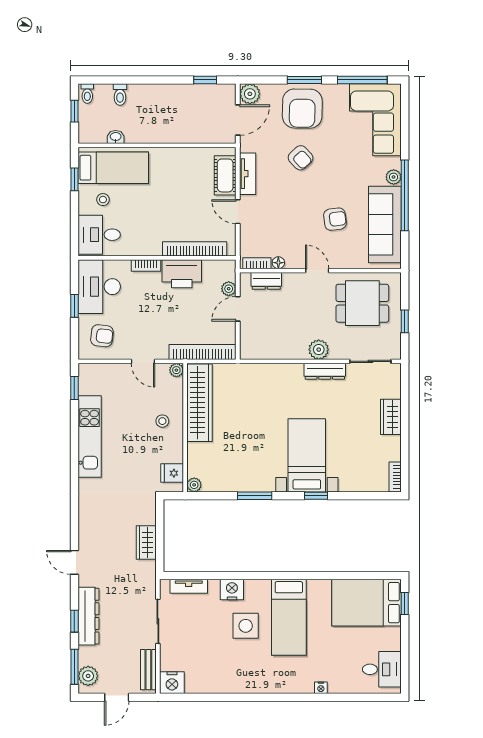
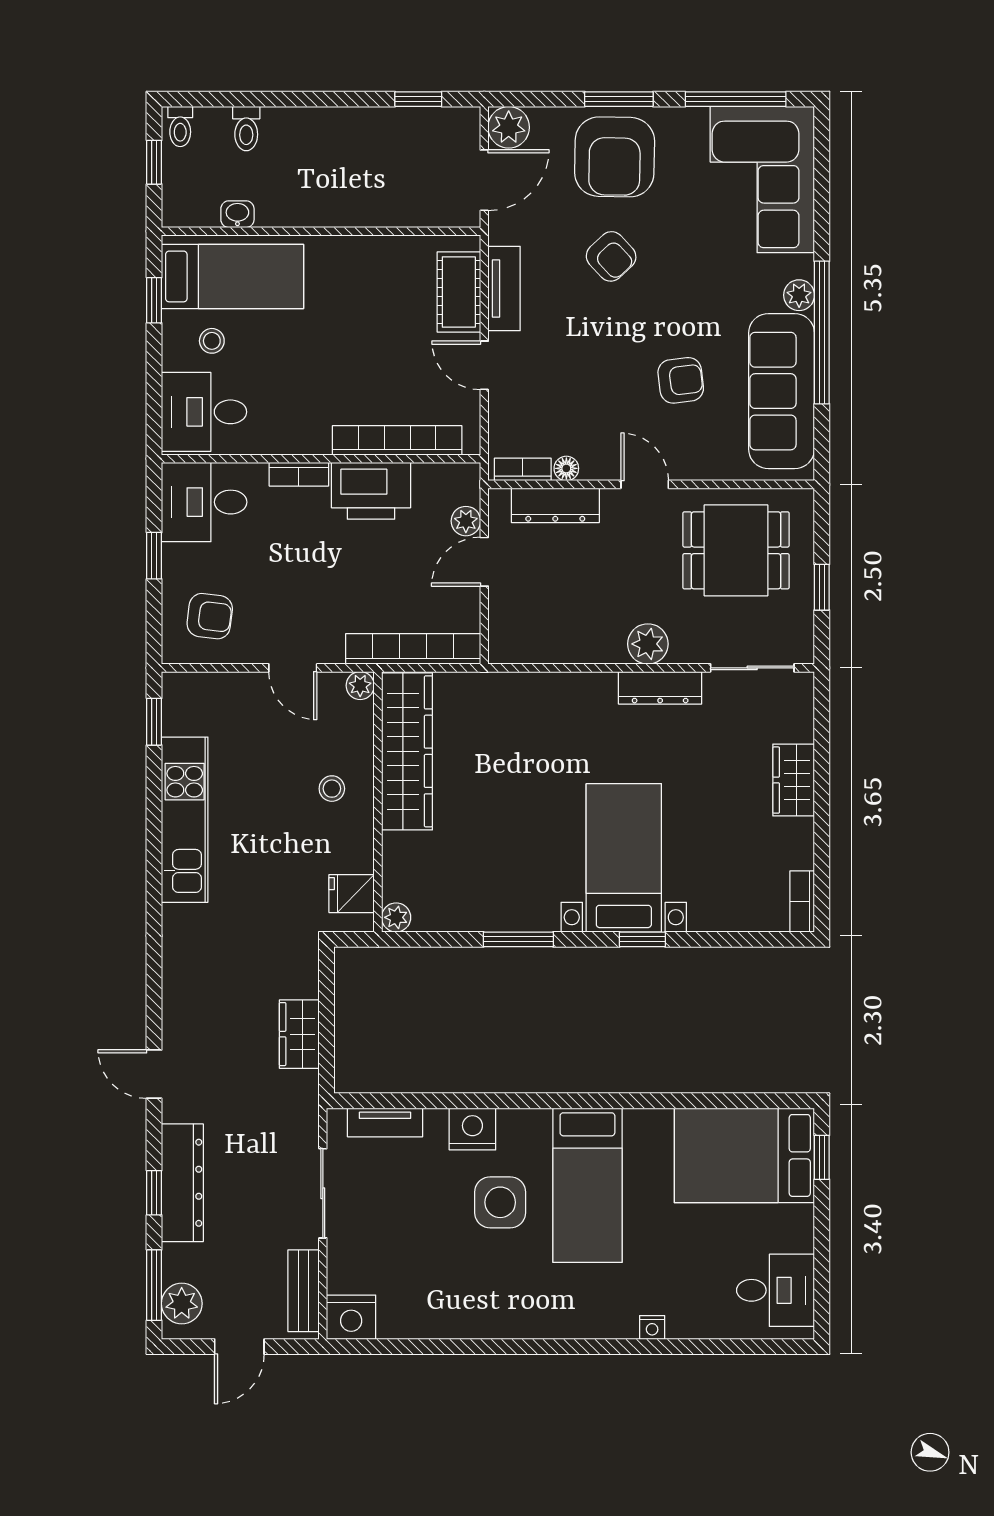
dresser: (266, 281) -> (555, 505), width x1.44
desk: (99, 287) -> (204, 502), width x0.73

